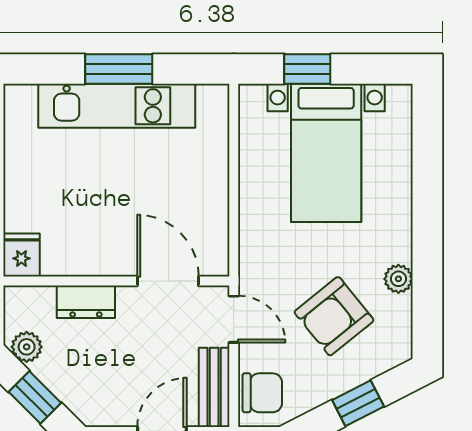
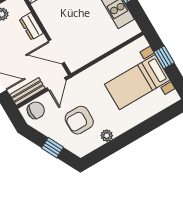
door: (168, 281) -> (56, 52), swing flipped
armchair: (334, 316) -> (79, 120), turned -51
chair: (262, 393) -> (36, 110), turned -90

